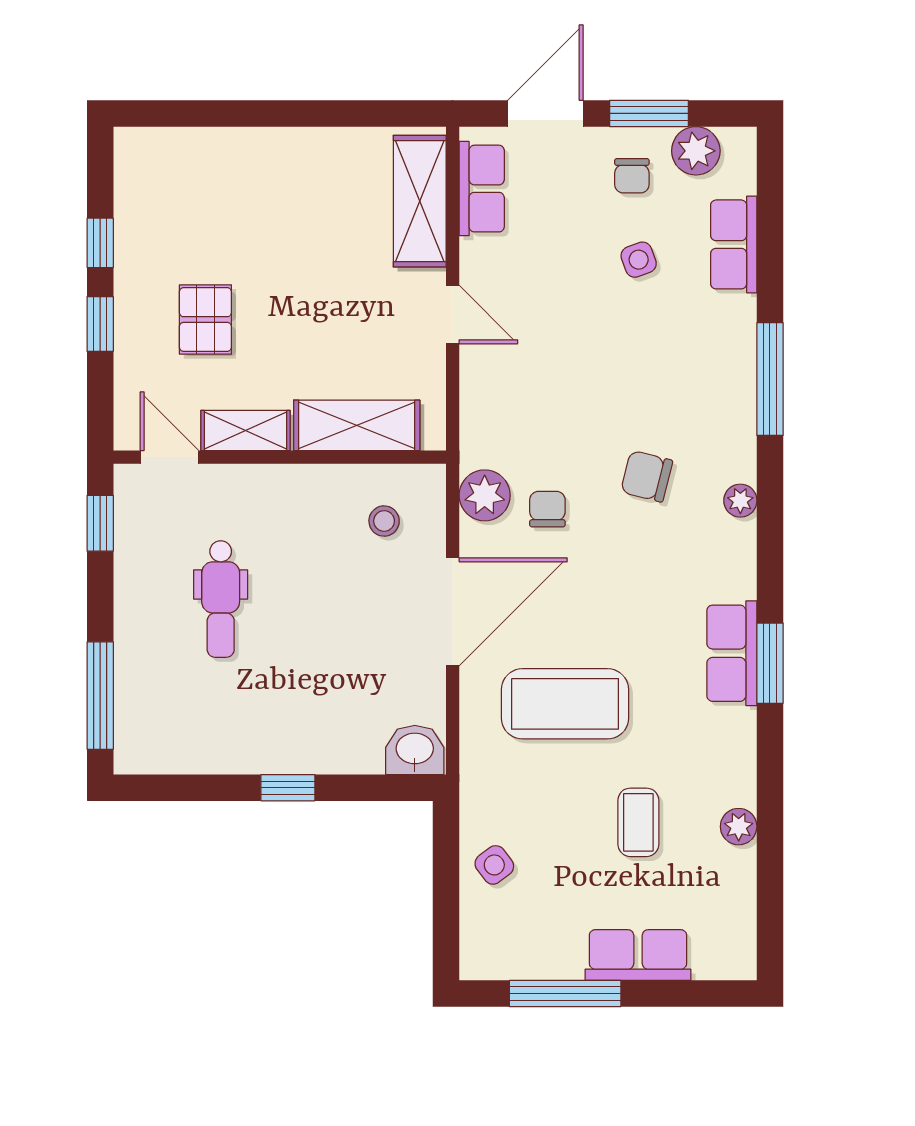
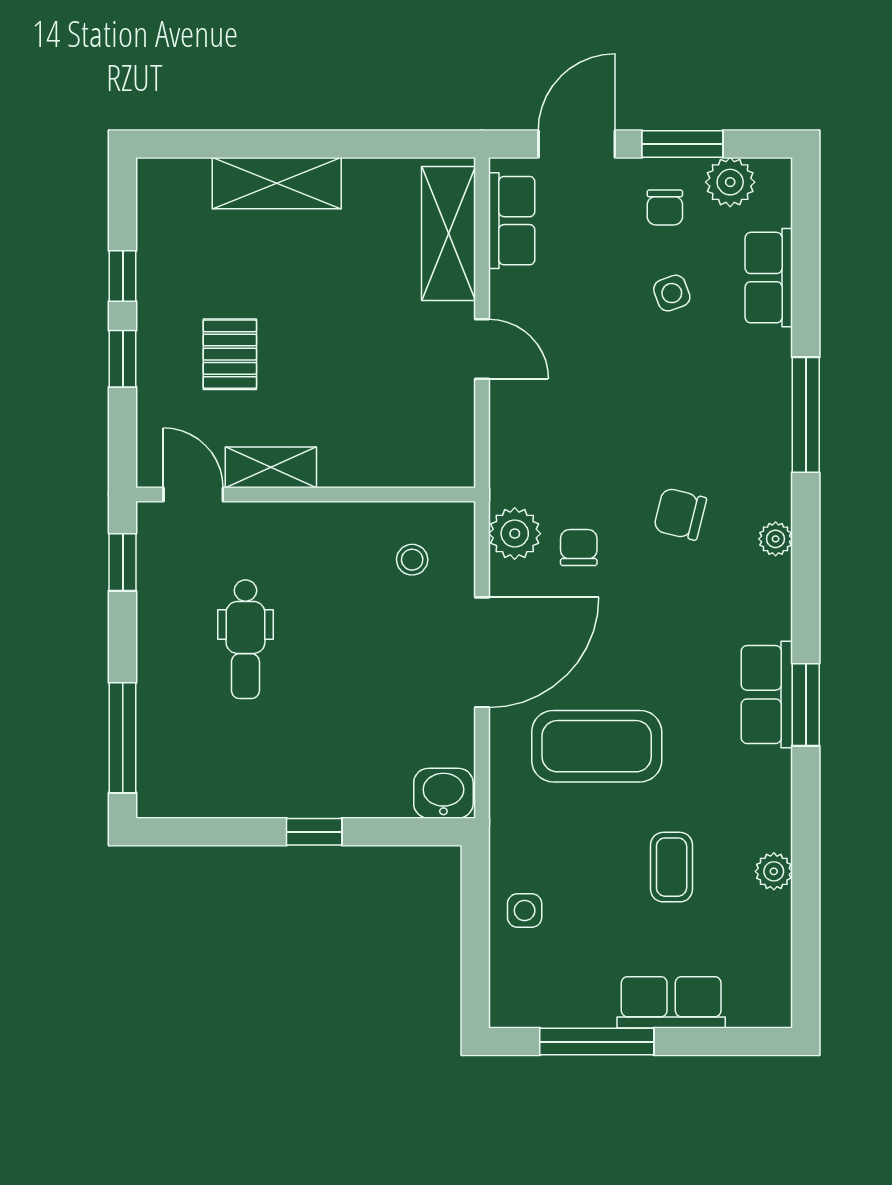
shelving: (357, 425) -> (277, 183), moved
side table: (494, 865) -> (525, 911), turned 37

